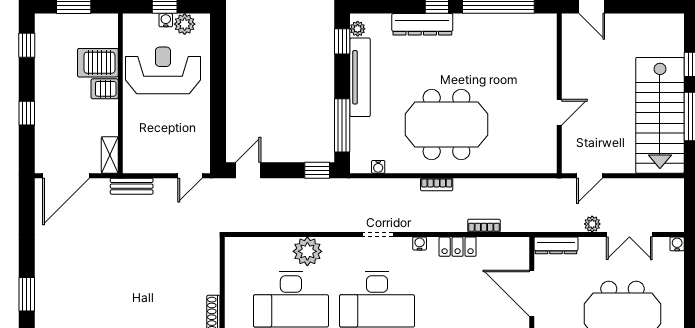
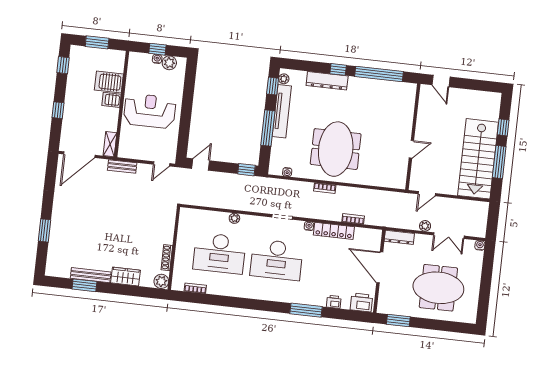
reception desk: (163, 70) -> (150, 111), moved
window: (342, 125) -> (268, 128), moved
meeting table: (446, 125) -> (336, 149), turned 90
locker: (458, 247) -> (334, 231), width x1.53
plant: (307, 251) -> (234, 218), width x0.53, depth x0.53

